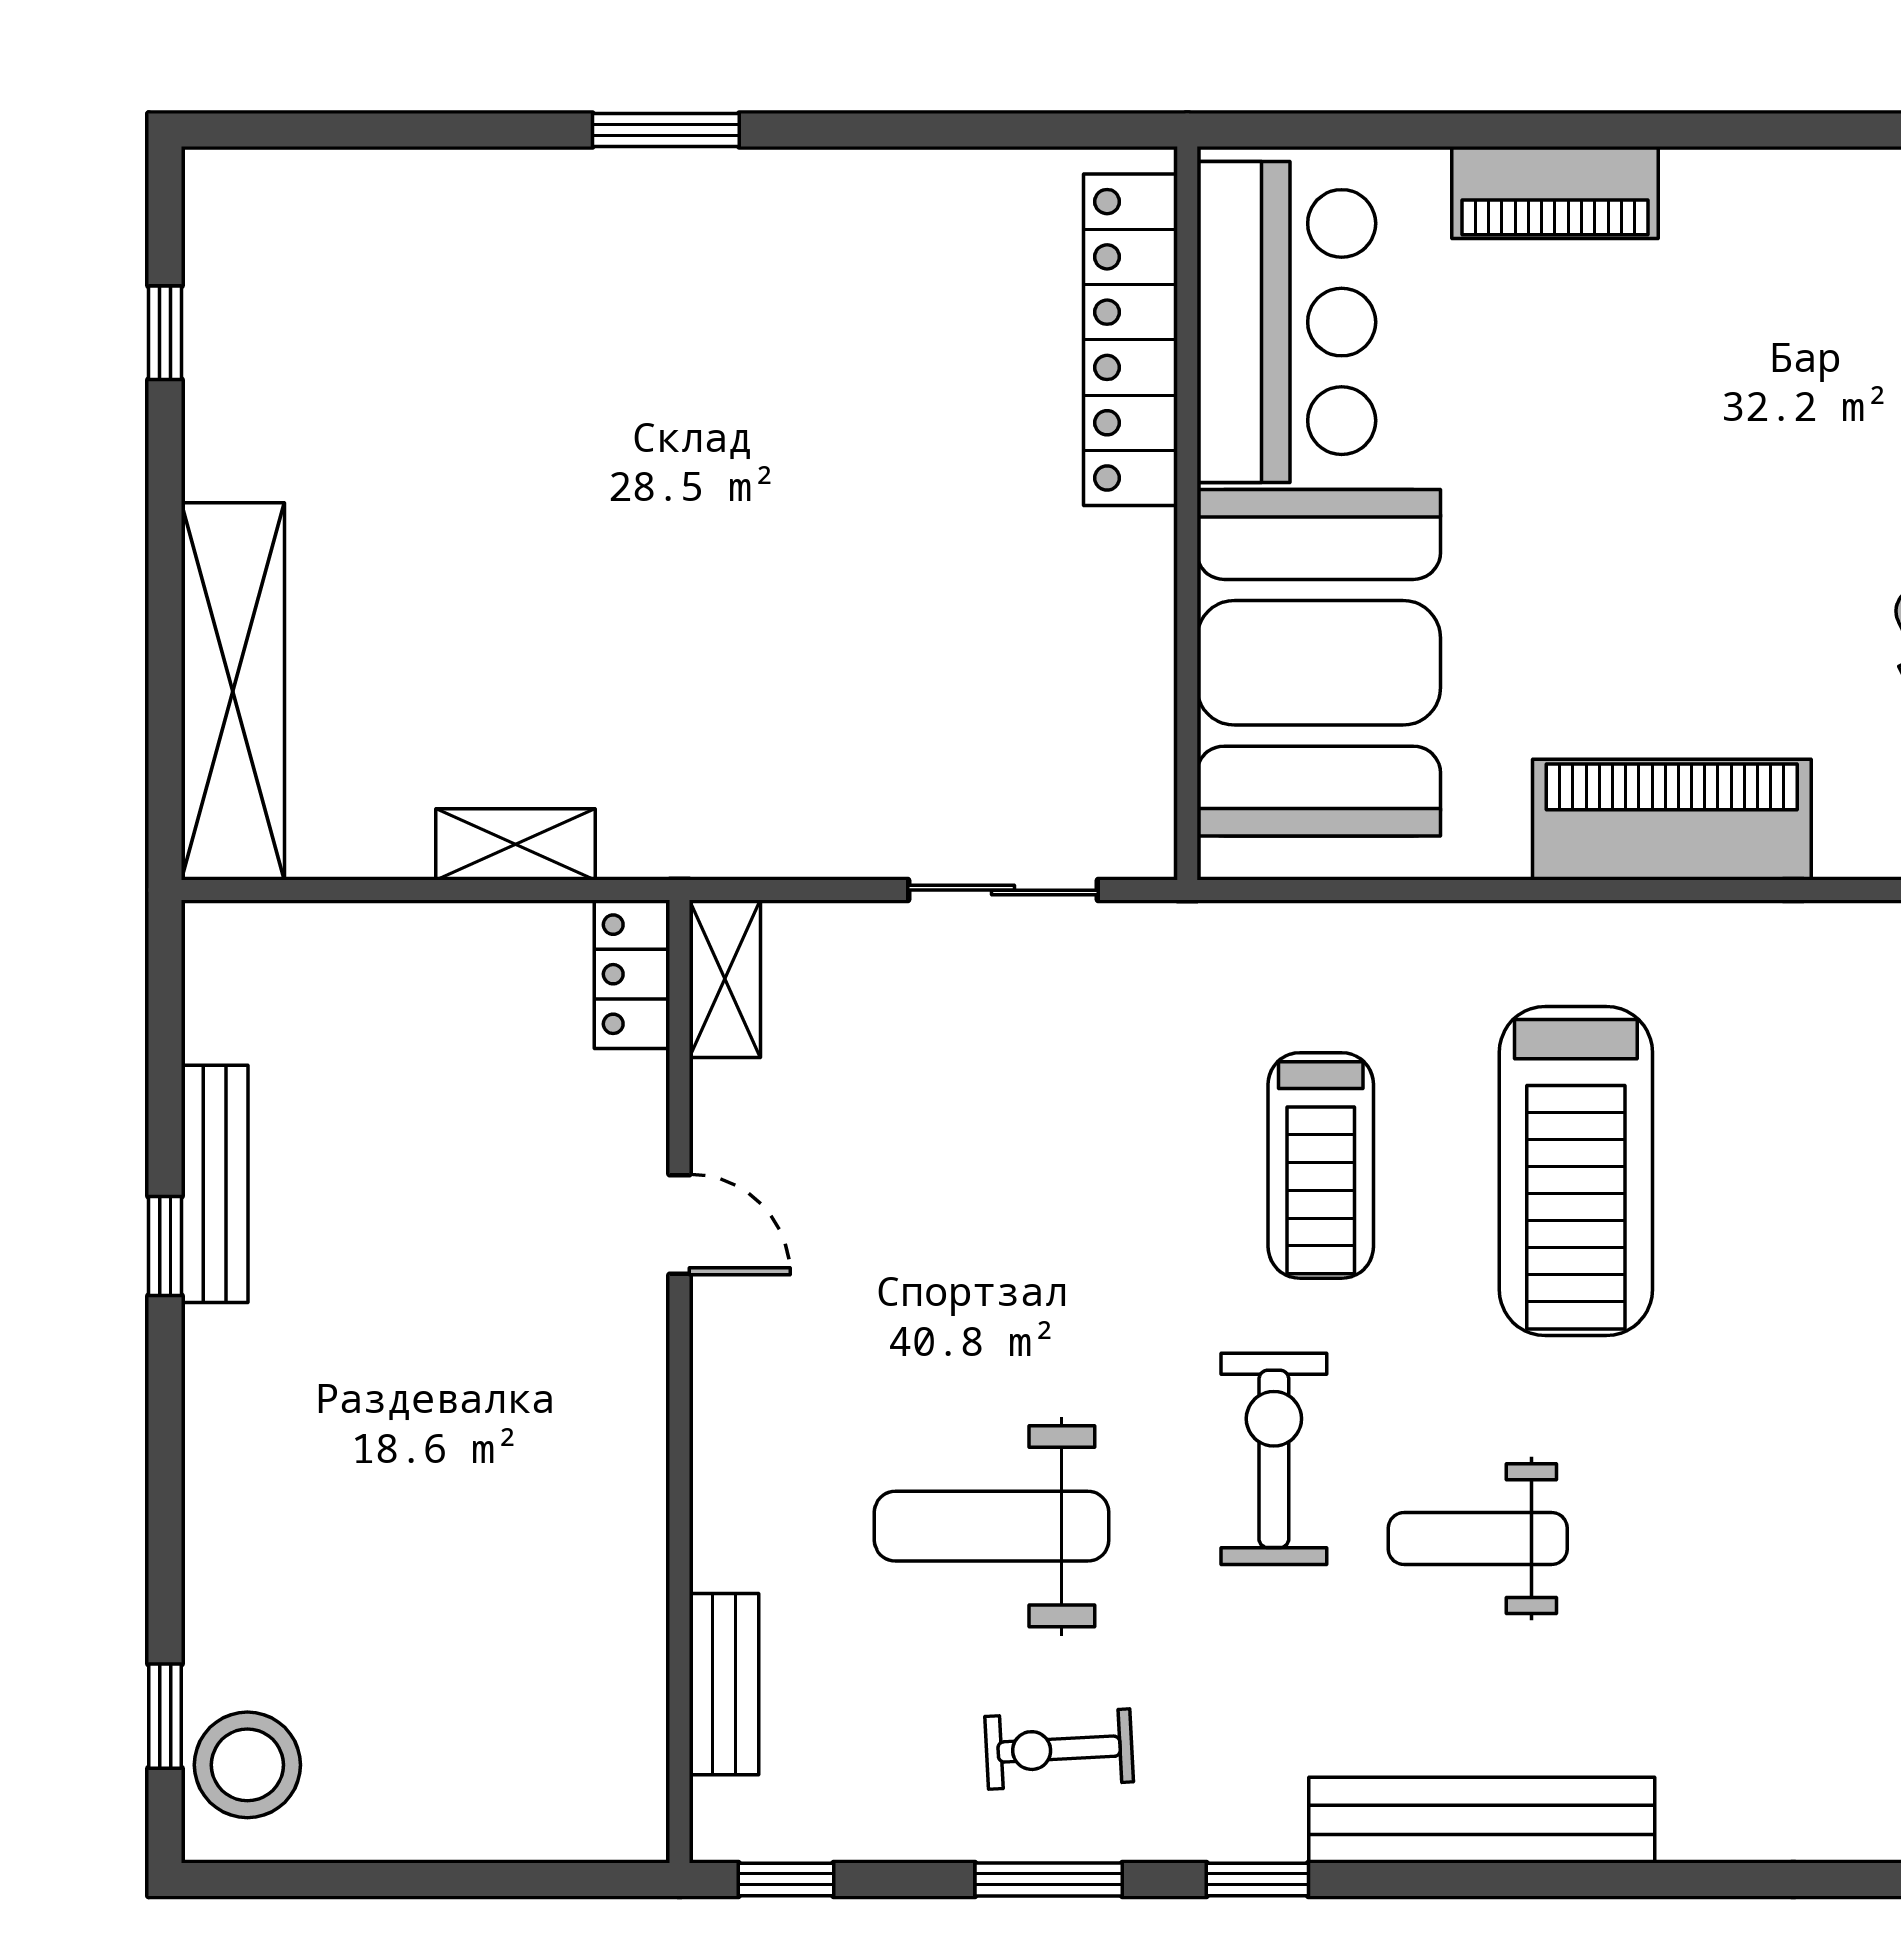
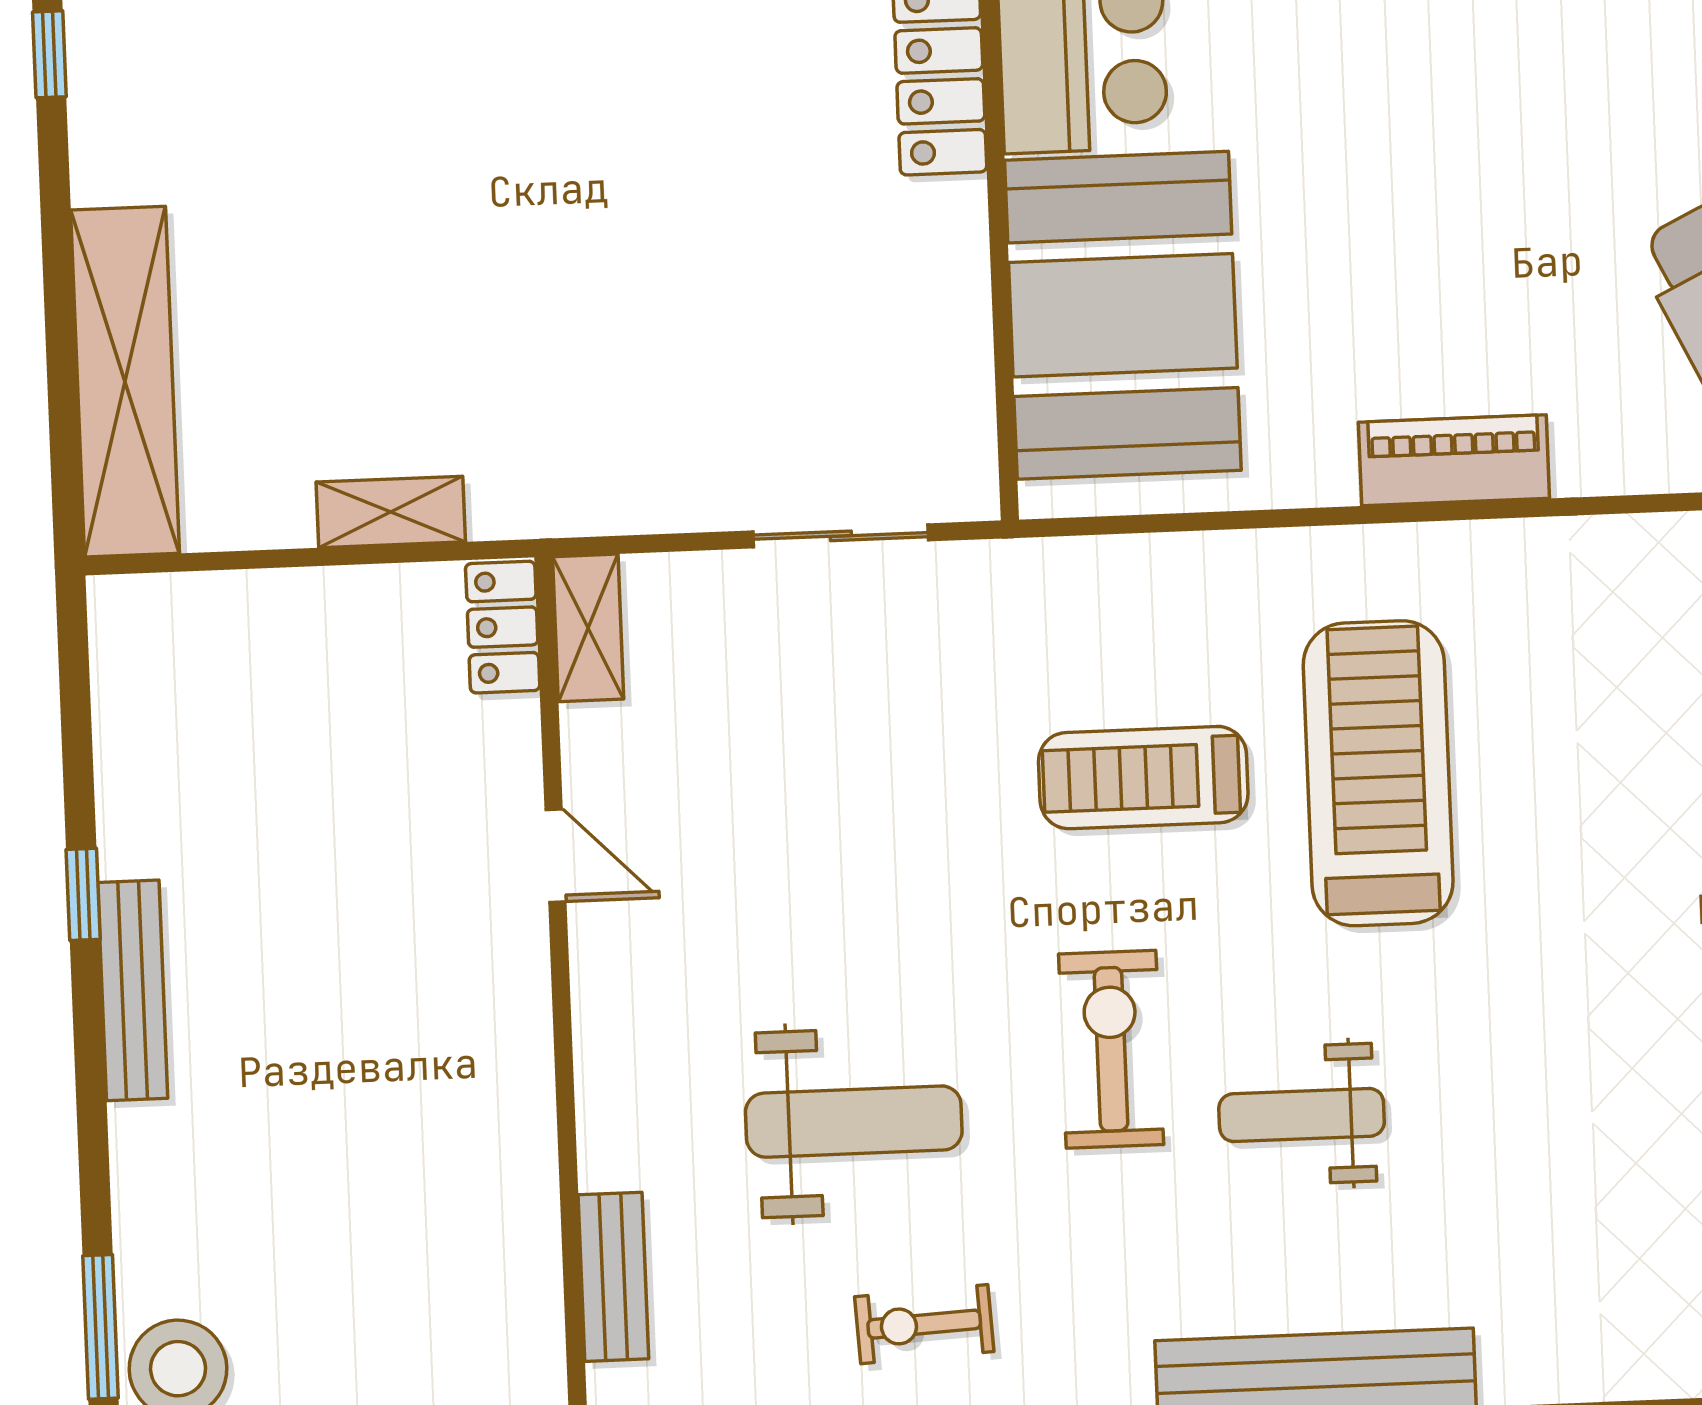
piano: (1672, 820) -> (1454, 460), width x0.73, depth x0.75
treadmill: (1321, 1165) -> (1143, 778), turned 90
treadmill: (1576, 1171) -> (1378, 773), turned 180
bench: (215, 1184) -> (133, 990), moved
weight bench: (992, 1526) -> (854, 1122), turned 180
window: (165, 1716) -> (100, 1327), width x1.50

